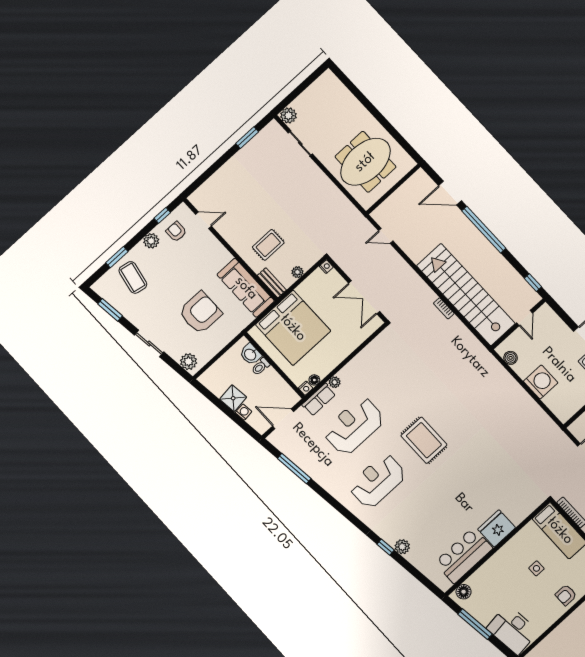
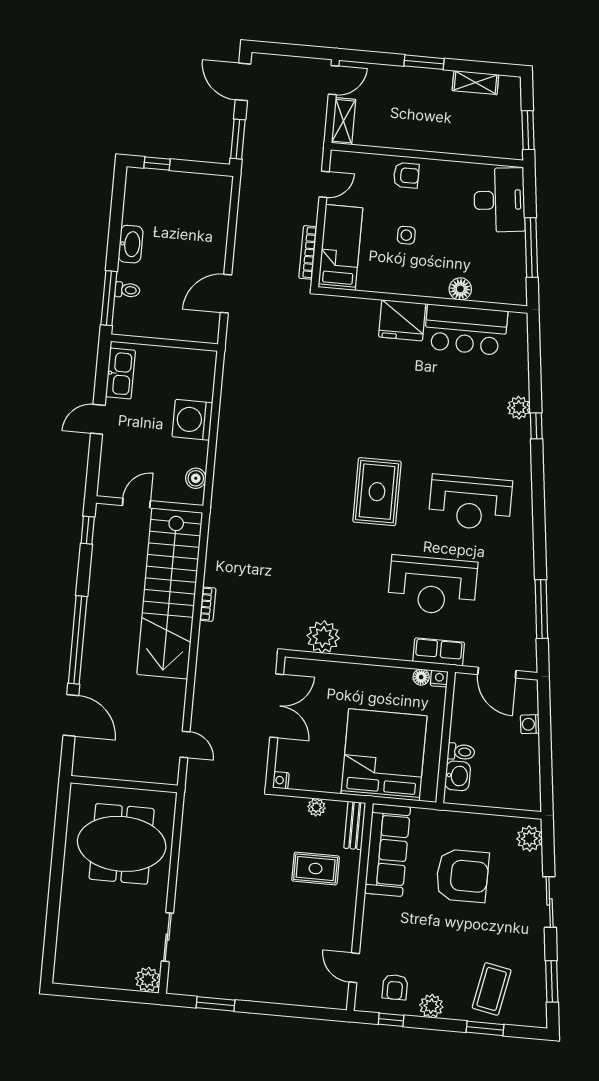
armchair: (200, 313) -> (462, 876), turned 180
plant: (335, 382) -> (323, 637), moved, width x1.87, depth x1.87
shower: (233, 398) -> (525, 750), removed
floor lamp: (464, 592) -> (460, 289), moved

